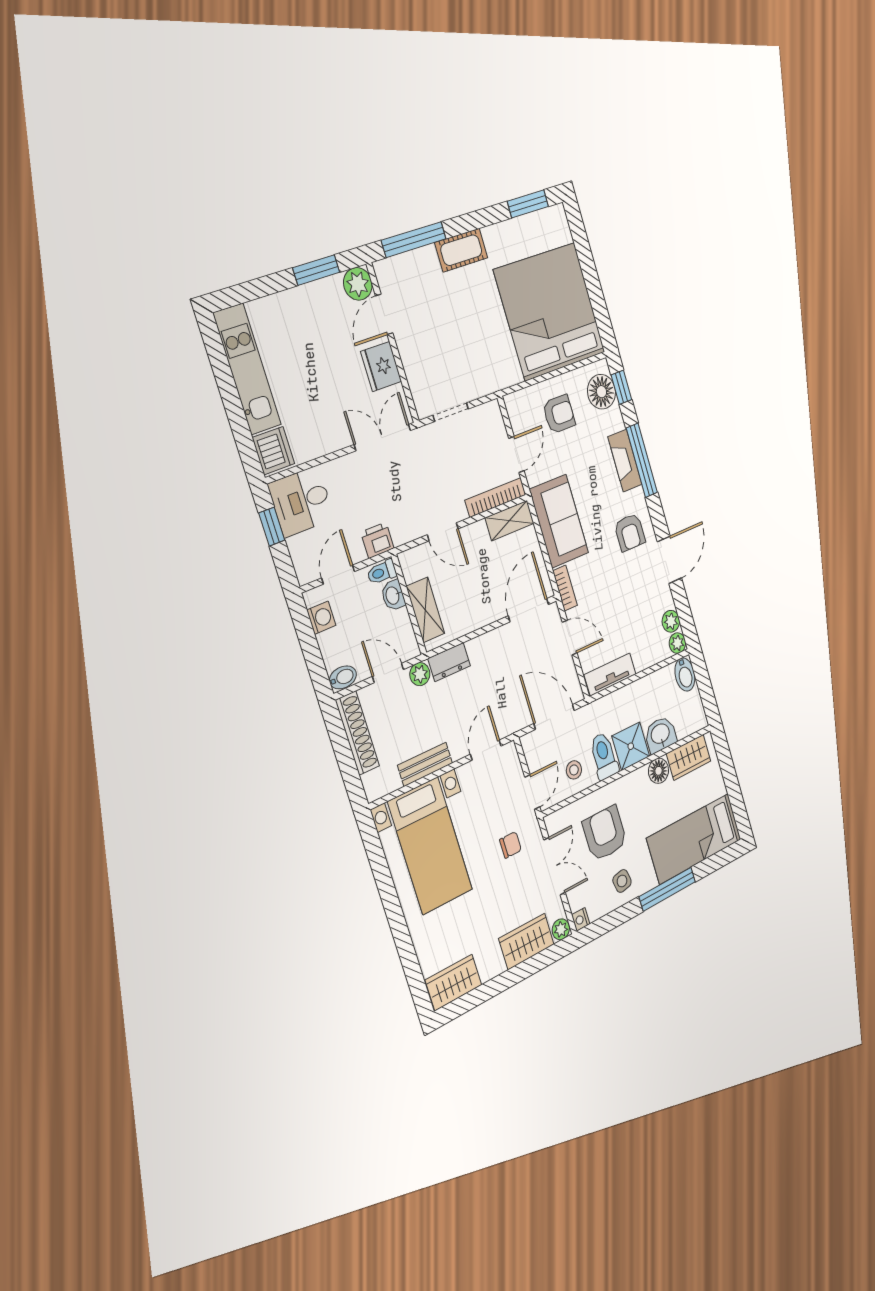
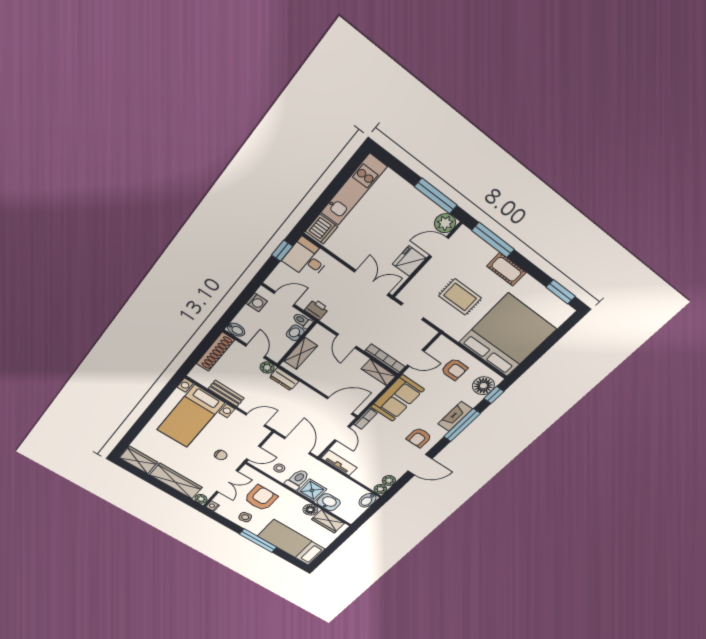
window: (316, 270) -> (436, 196), width x1.44
rug: (465, 335) -> (460, 297), added
wardrobe: (526, 941) -> (176, 481), width x1.50

